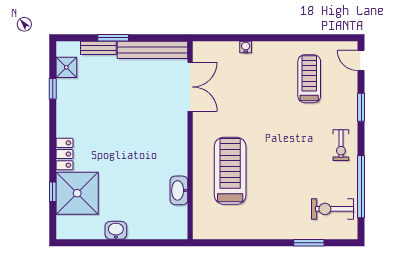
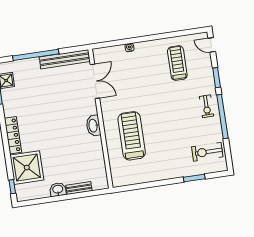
window: (113, 38) -> (36, 55), width x2.11
bench: (98, 48) -> (79, 188), moved
locker: (65, 154) -> (13, 135), width x1.53
window: (361, 187) -> (222, 117), moved
washbasin: (179, 190) -> (93, 126), moved
window: (53, 192) -> (12, 187), moved

